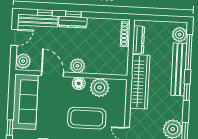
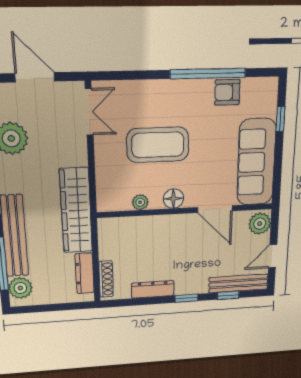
dresser: (73, 22) -> (153, 289), moved
plant: (77, 66) -> (177, 225), removed
plant: (100, 88) -> (140, 202), width x0.53, depth x0.53

